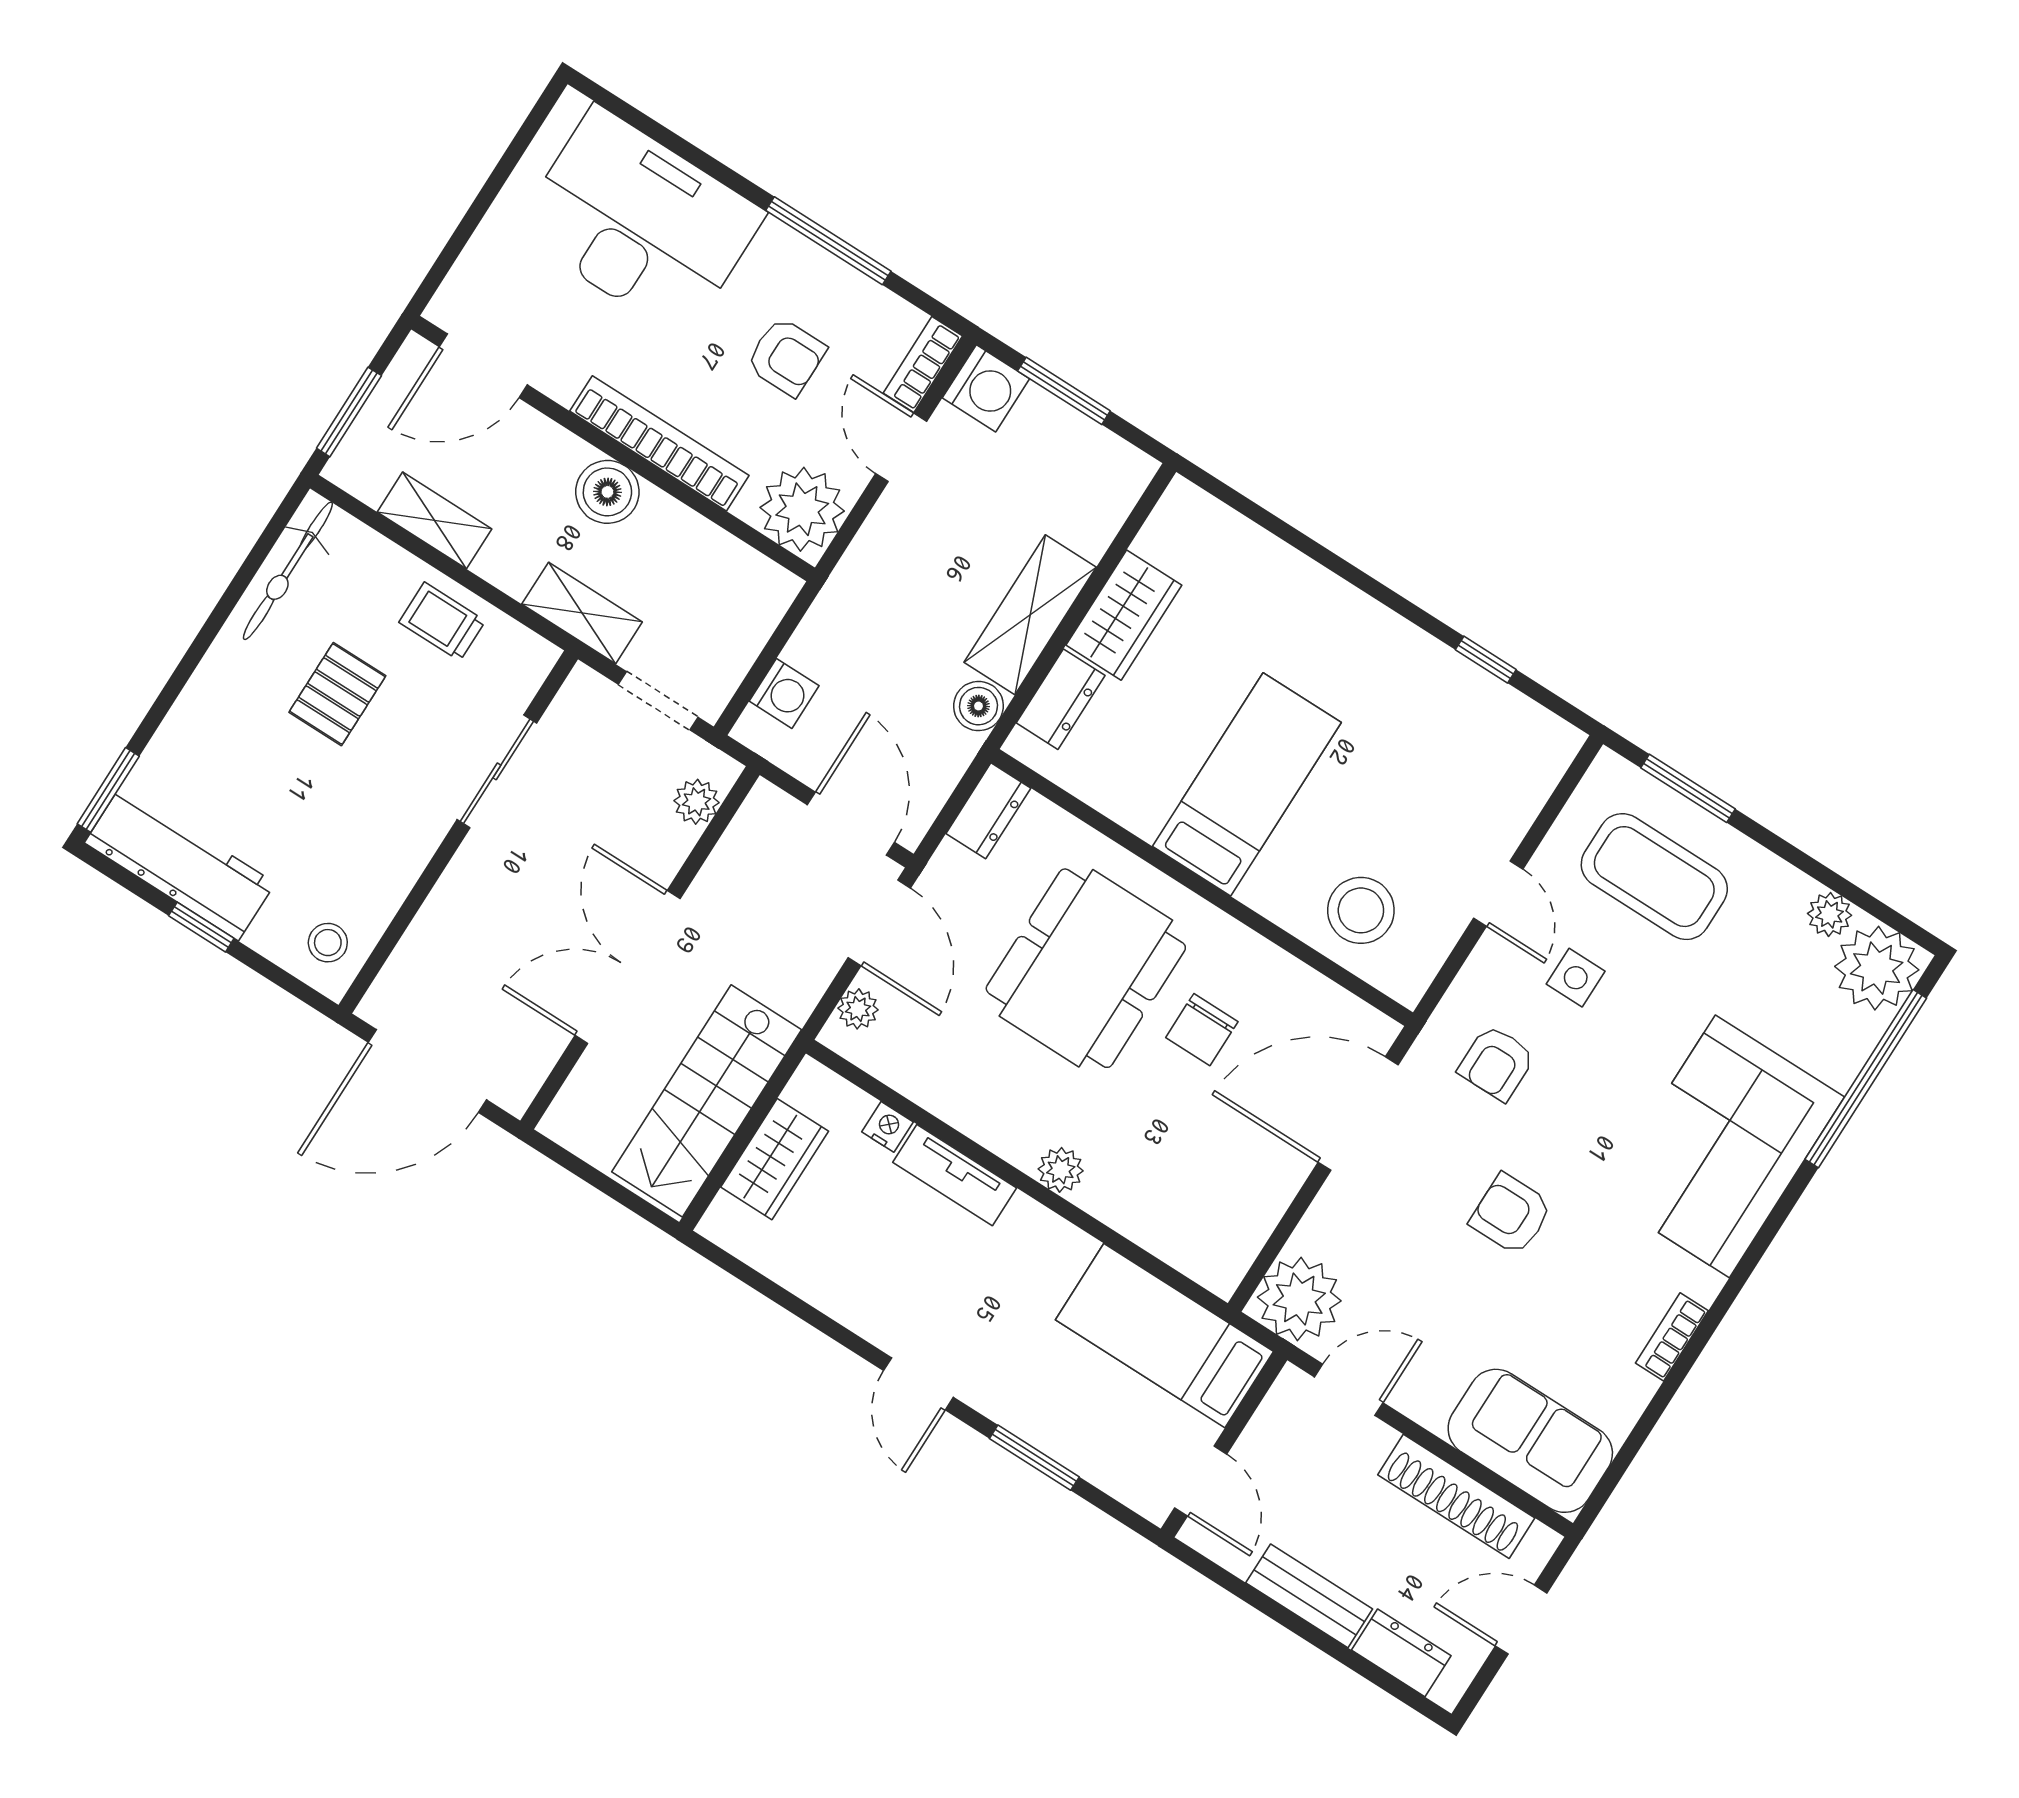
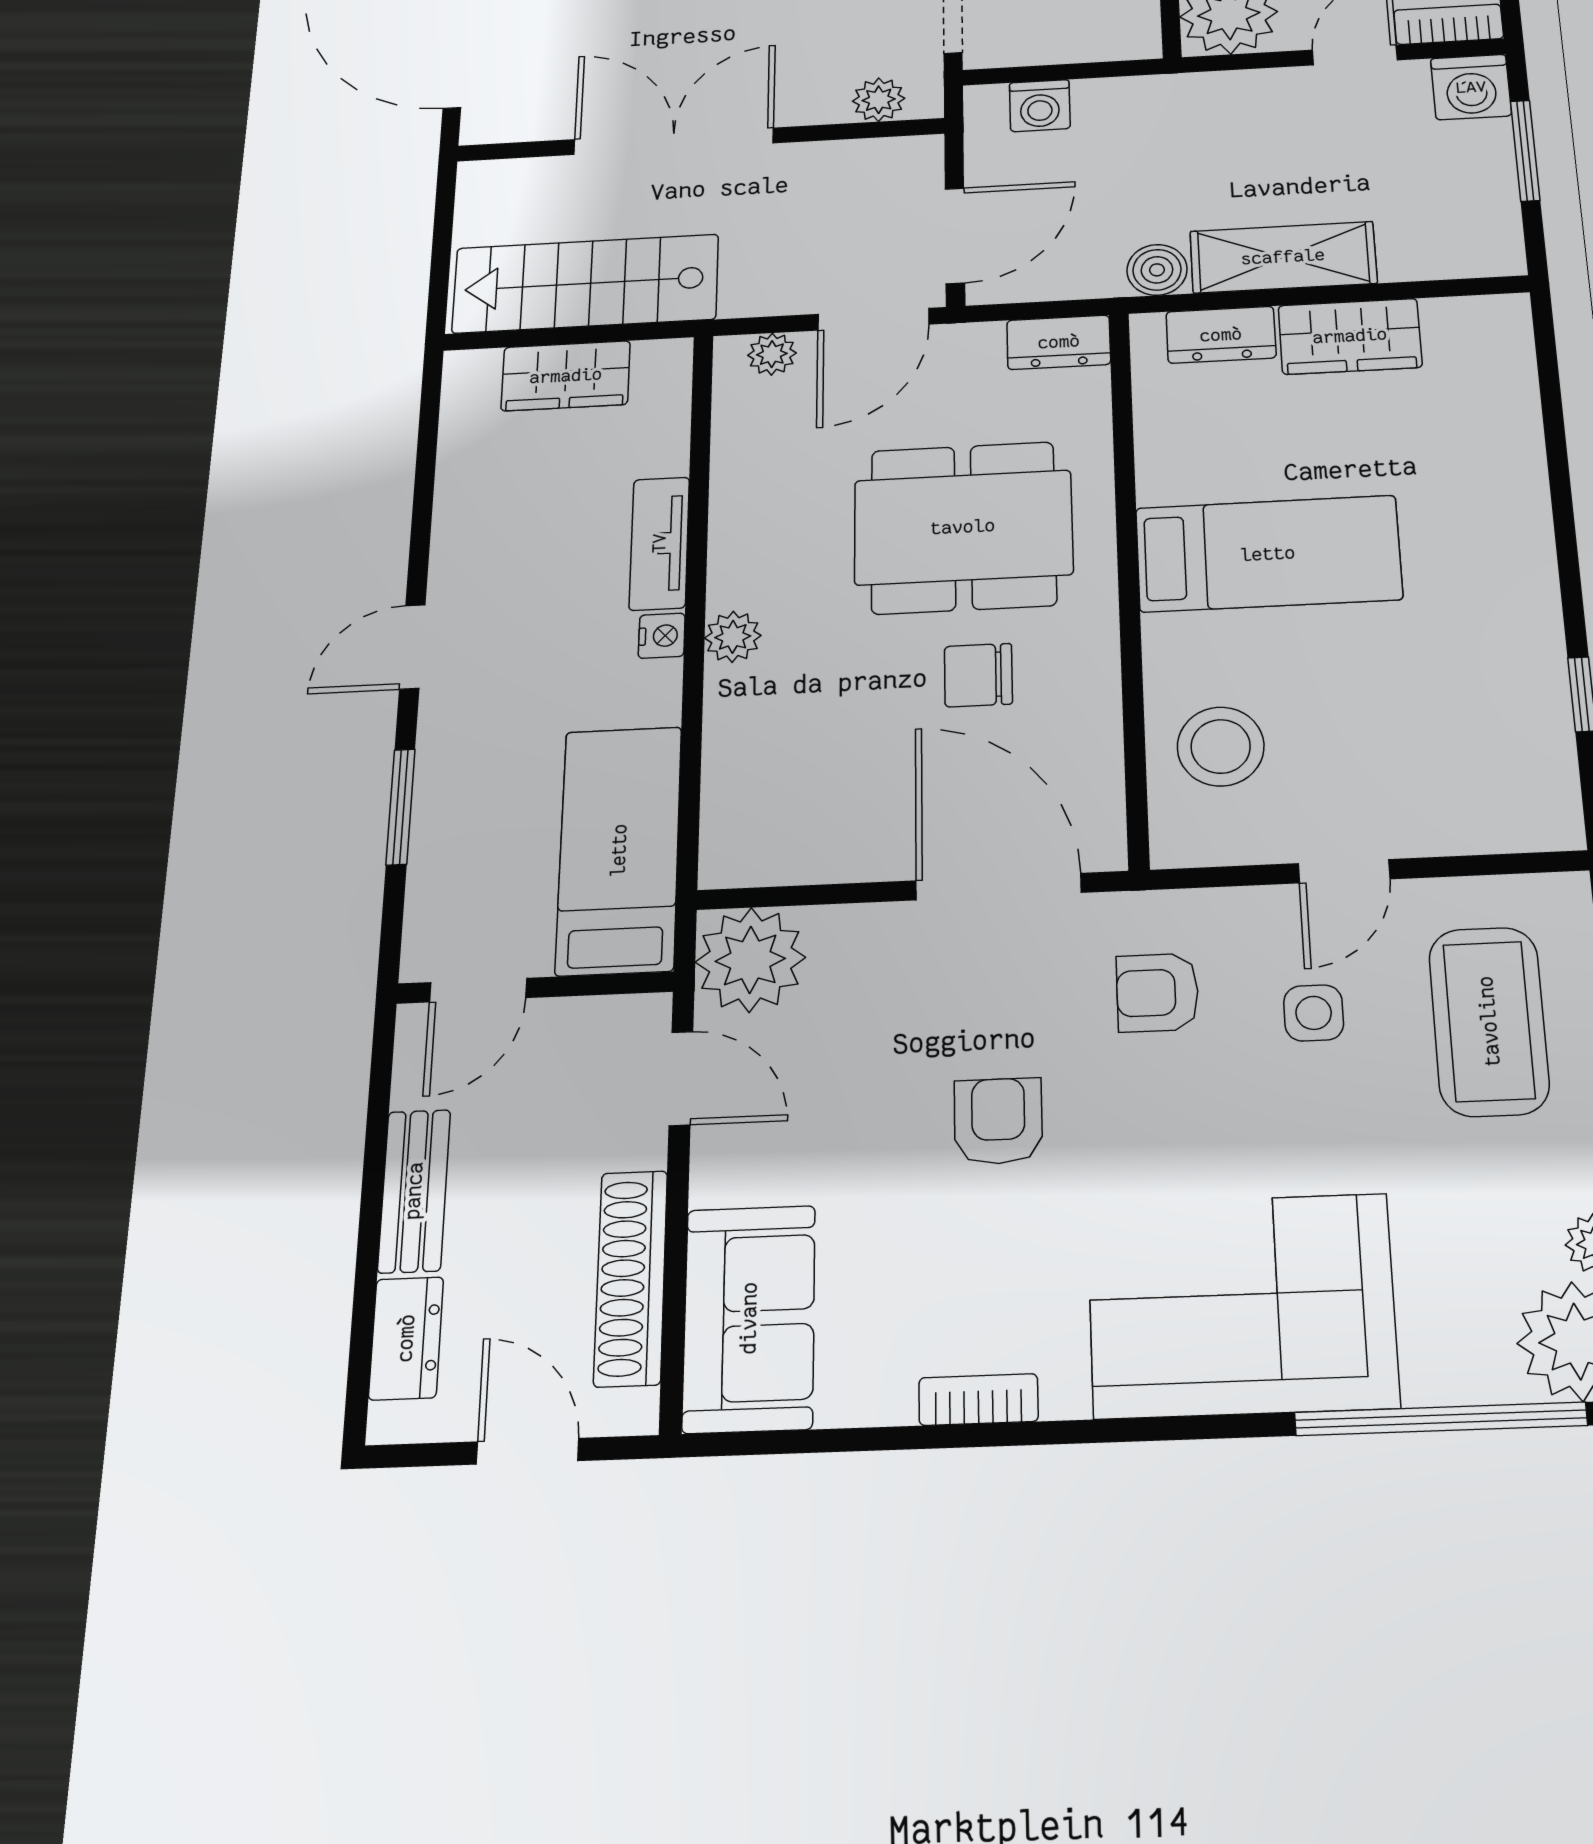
nightstand: (887, 1127) -> (662, 636), moved

